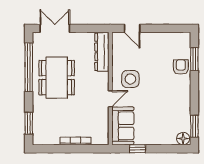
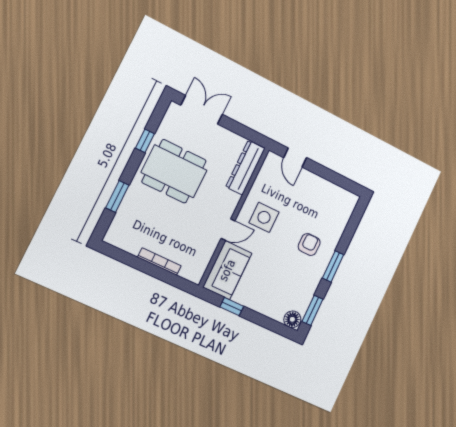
window: (194, 59) -> (333, 266), moved
window: (29, 67) -> (145, 141), width x0.32
armchair: (181, 67) -> (309, 245), moved
dining table: (57, 78) -> (174, 171), turned 90
window: (29, 123) -> (117, 196), moved

